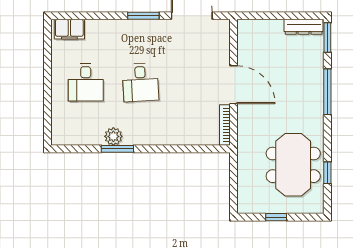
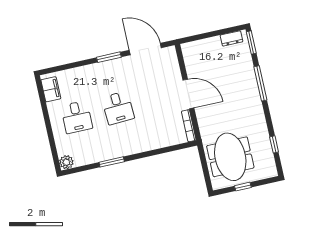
dresser: (304, 27) -> (232, 38), width x0.70
filing cabinet: (69, 29) -> (51, 89), moved, turned -90
plant: (113, 136) -> (66, 162), moved
meeting table: (293, 165) -> (230, 157), moved

